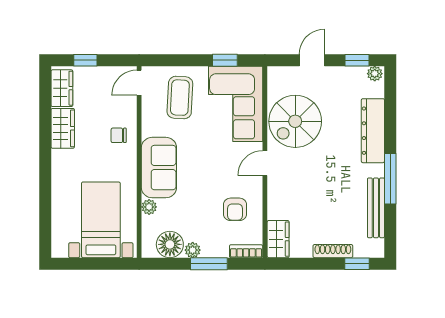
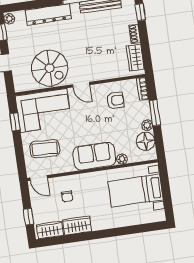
chair: (119, 135) -> (67, 196), moved
wardrobe: (278, 239) -> (135, 57), moved, turned -90
shoe rack: (333, 251) -> (135, 34), width x0.70

